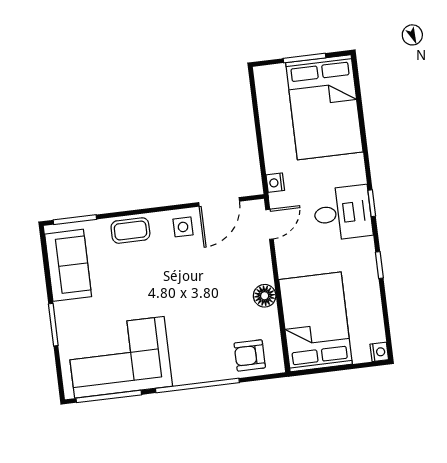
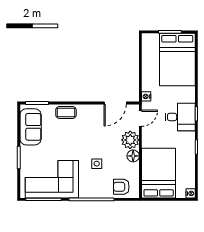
side table: (183, 227) -> (97, 164), moved
plant: (256, 267) -> (130, 140), added

